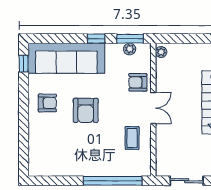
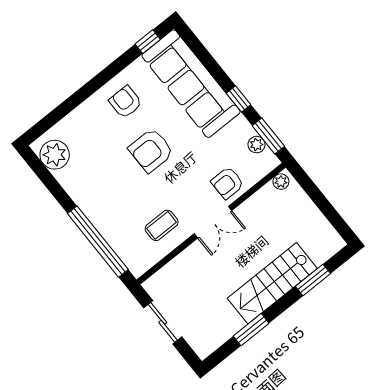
armchair: (138, 82) -> (227, 183), turned -90
armchair: (47, 103) -> (125, 102), turned 180
plant: (45, 166) -> (55, 155), added

